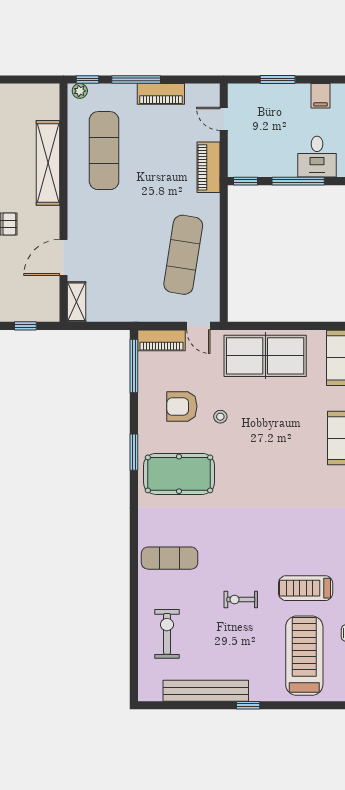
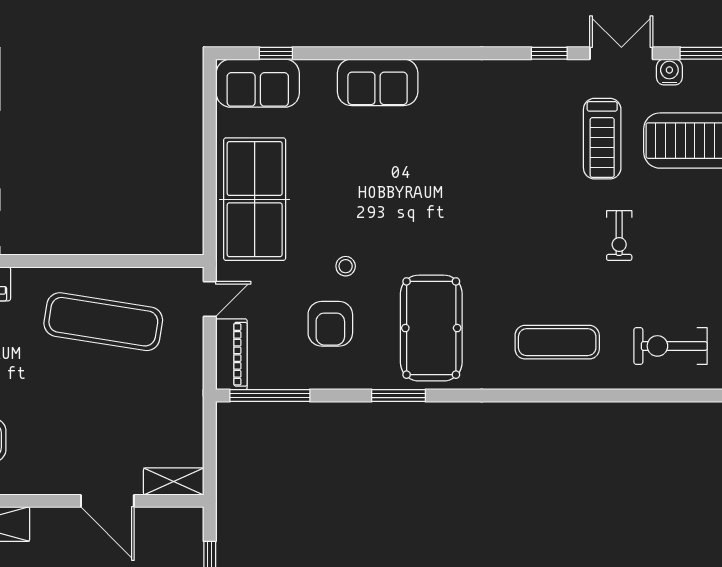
exercise mat: (170, 558) -> (557, 342), turned 90

